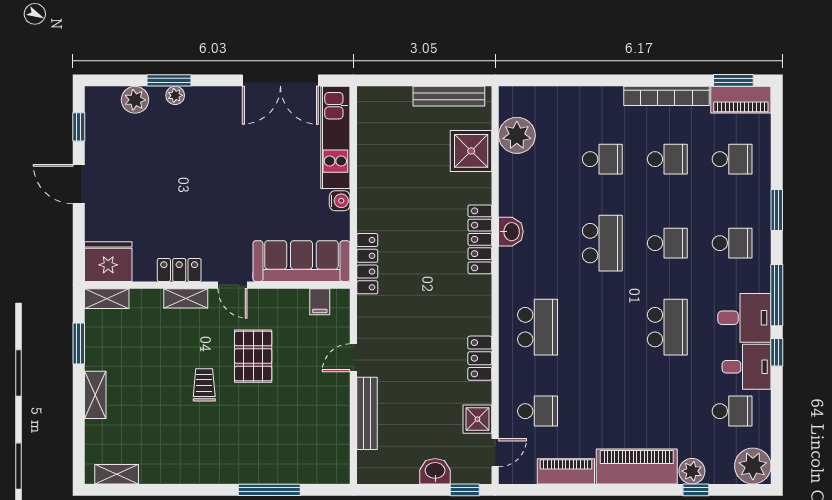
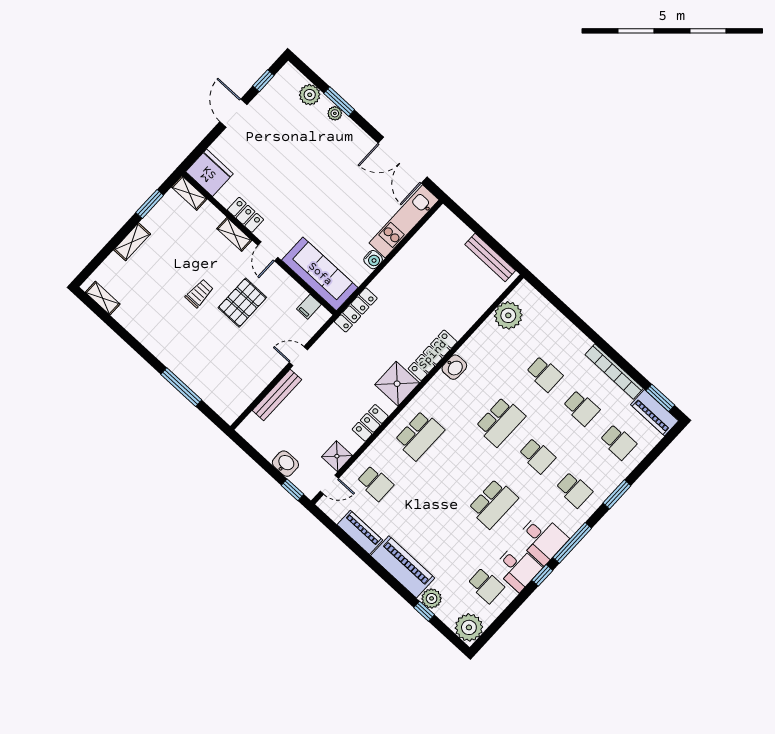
shower: (471, 151) -> (397, 384), moved

